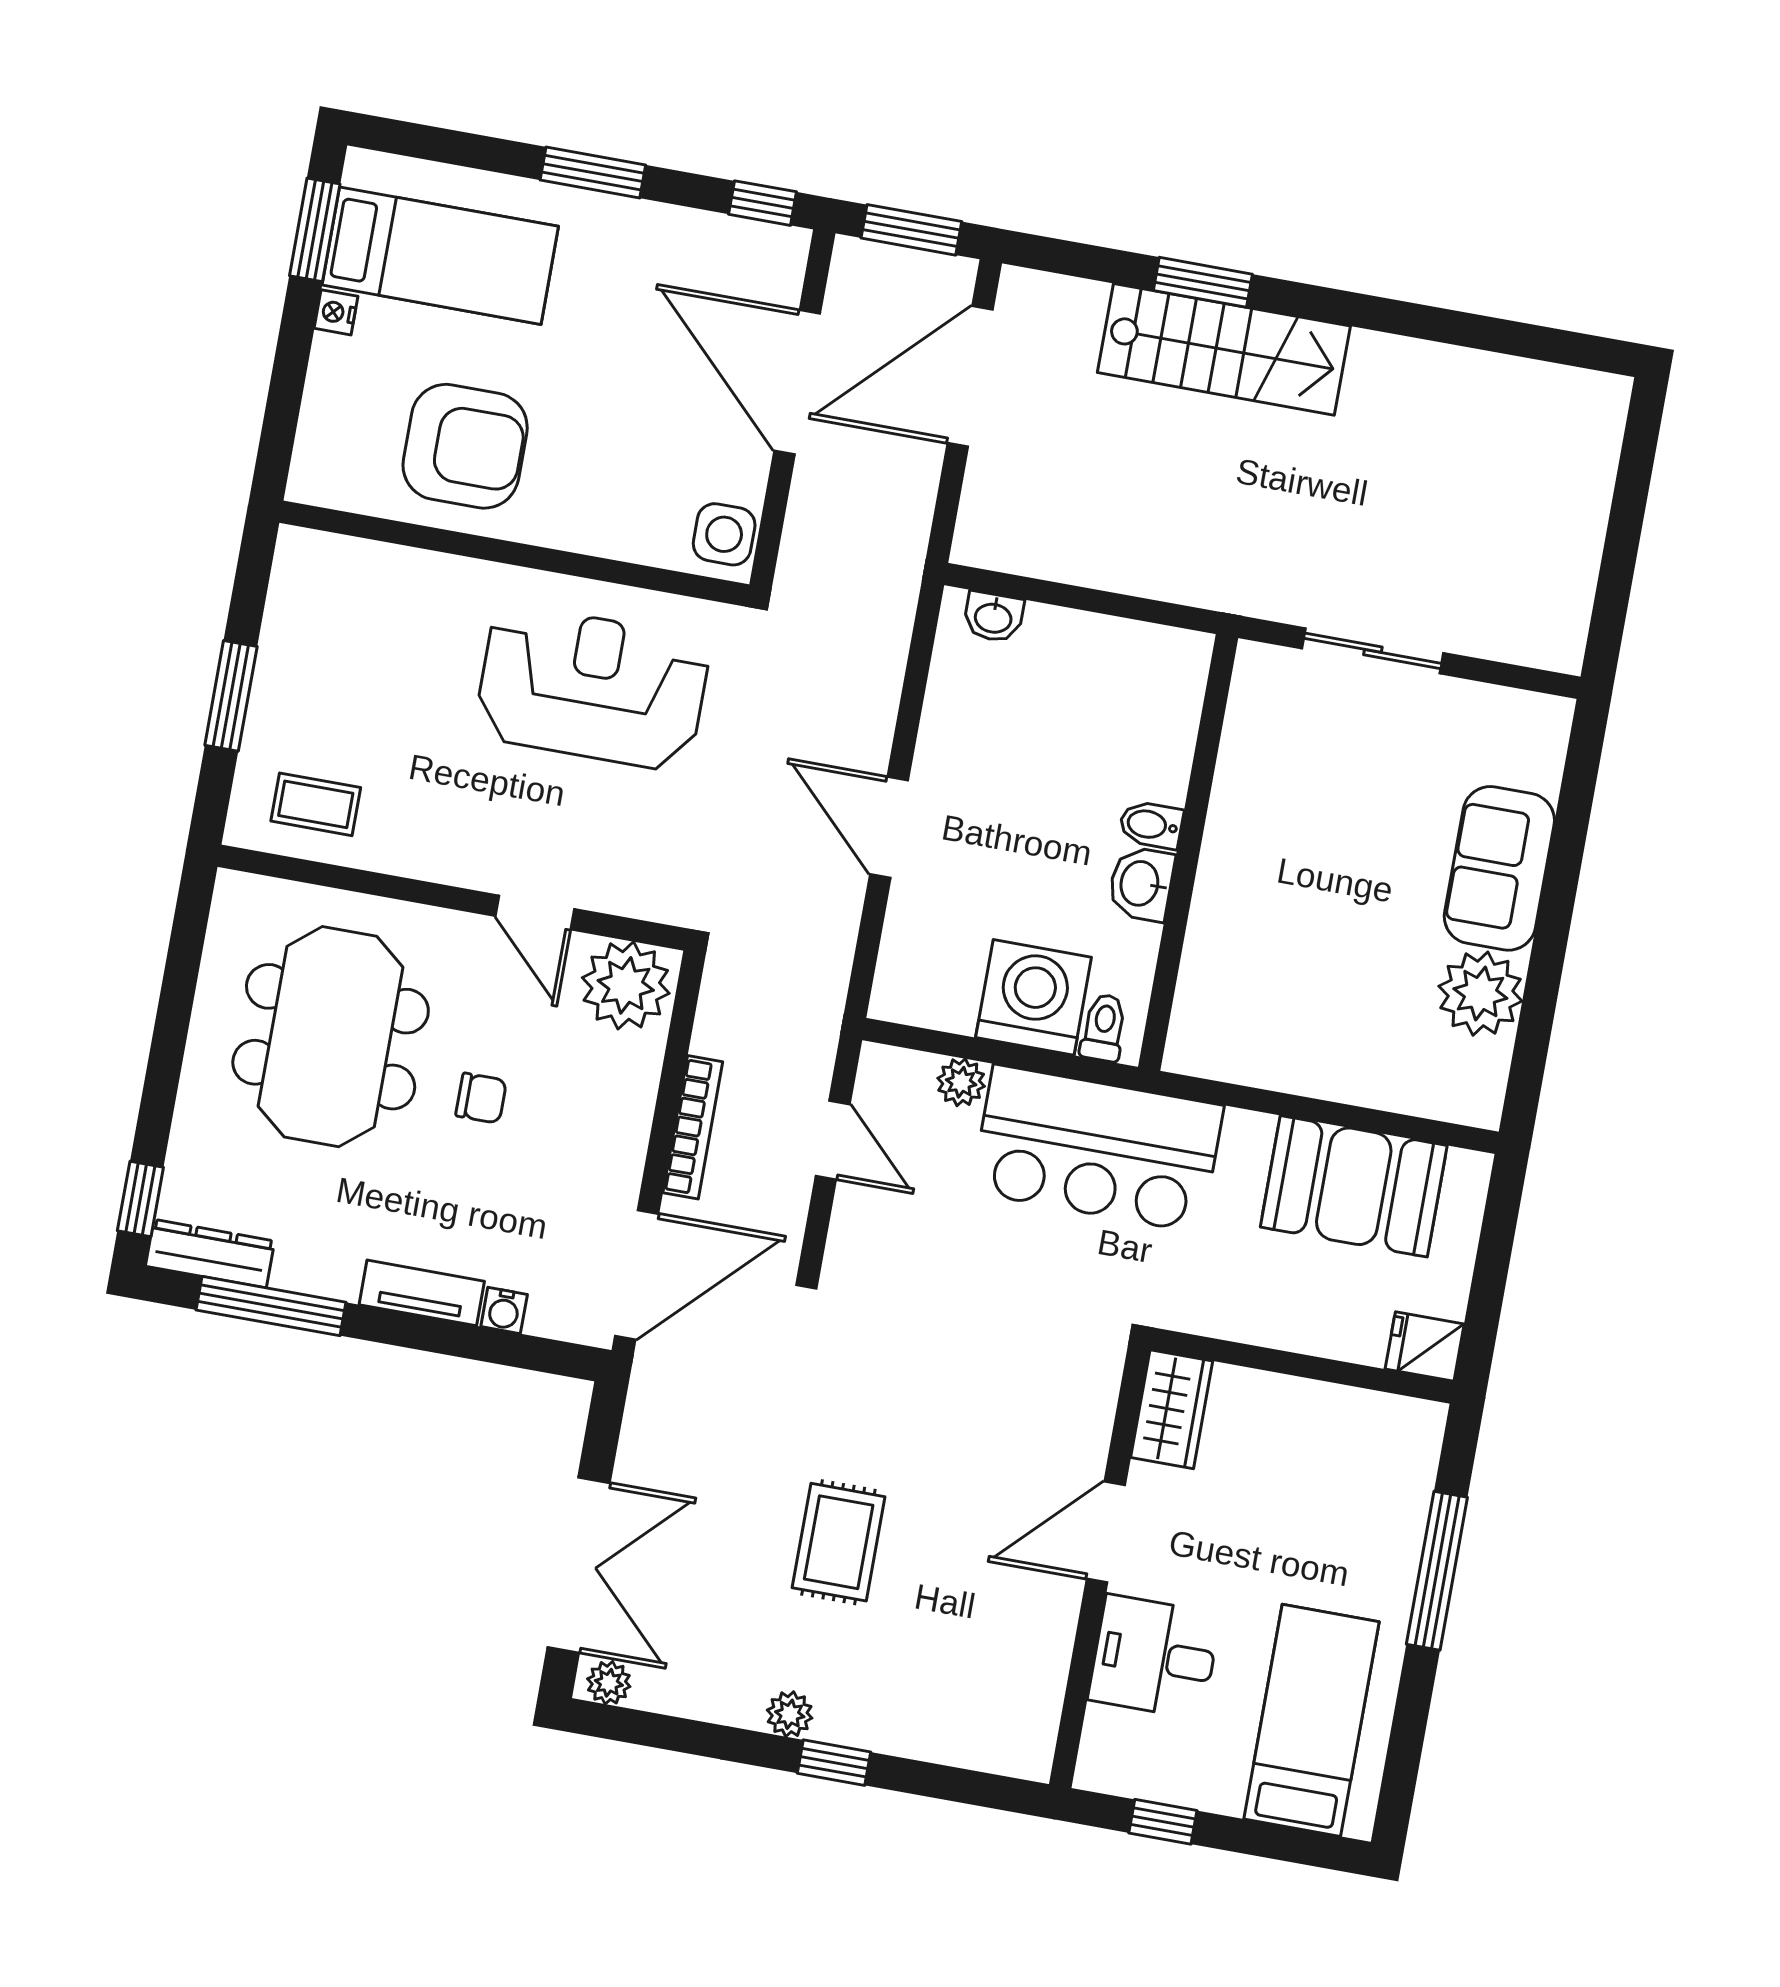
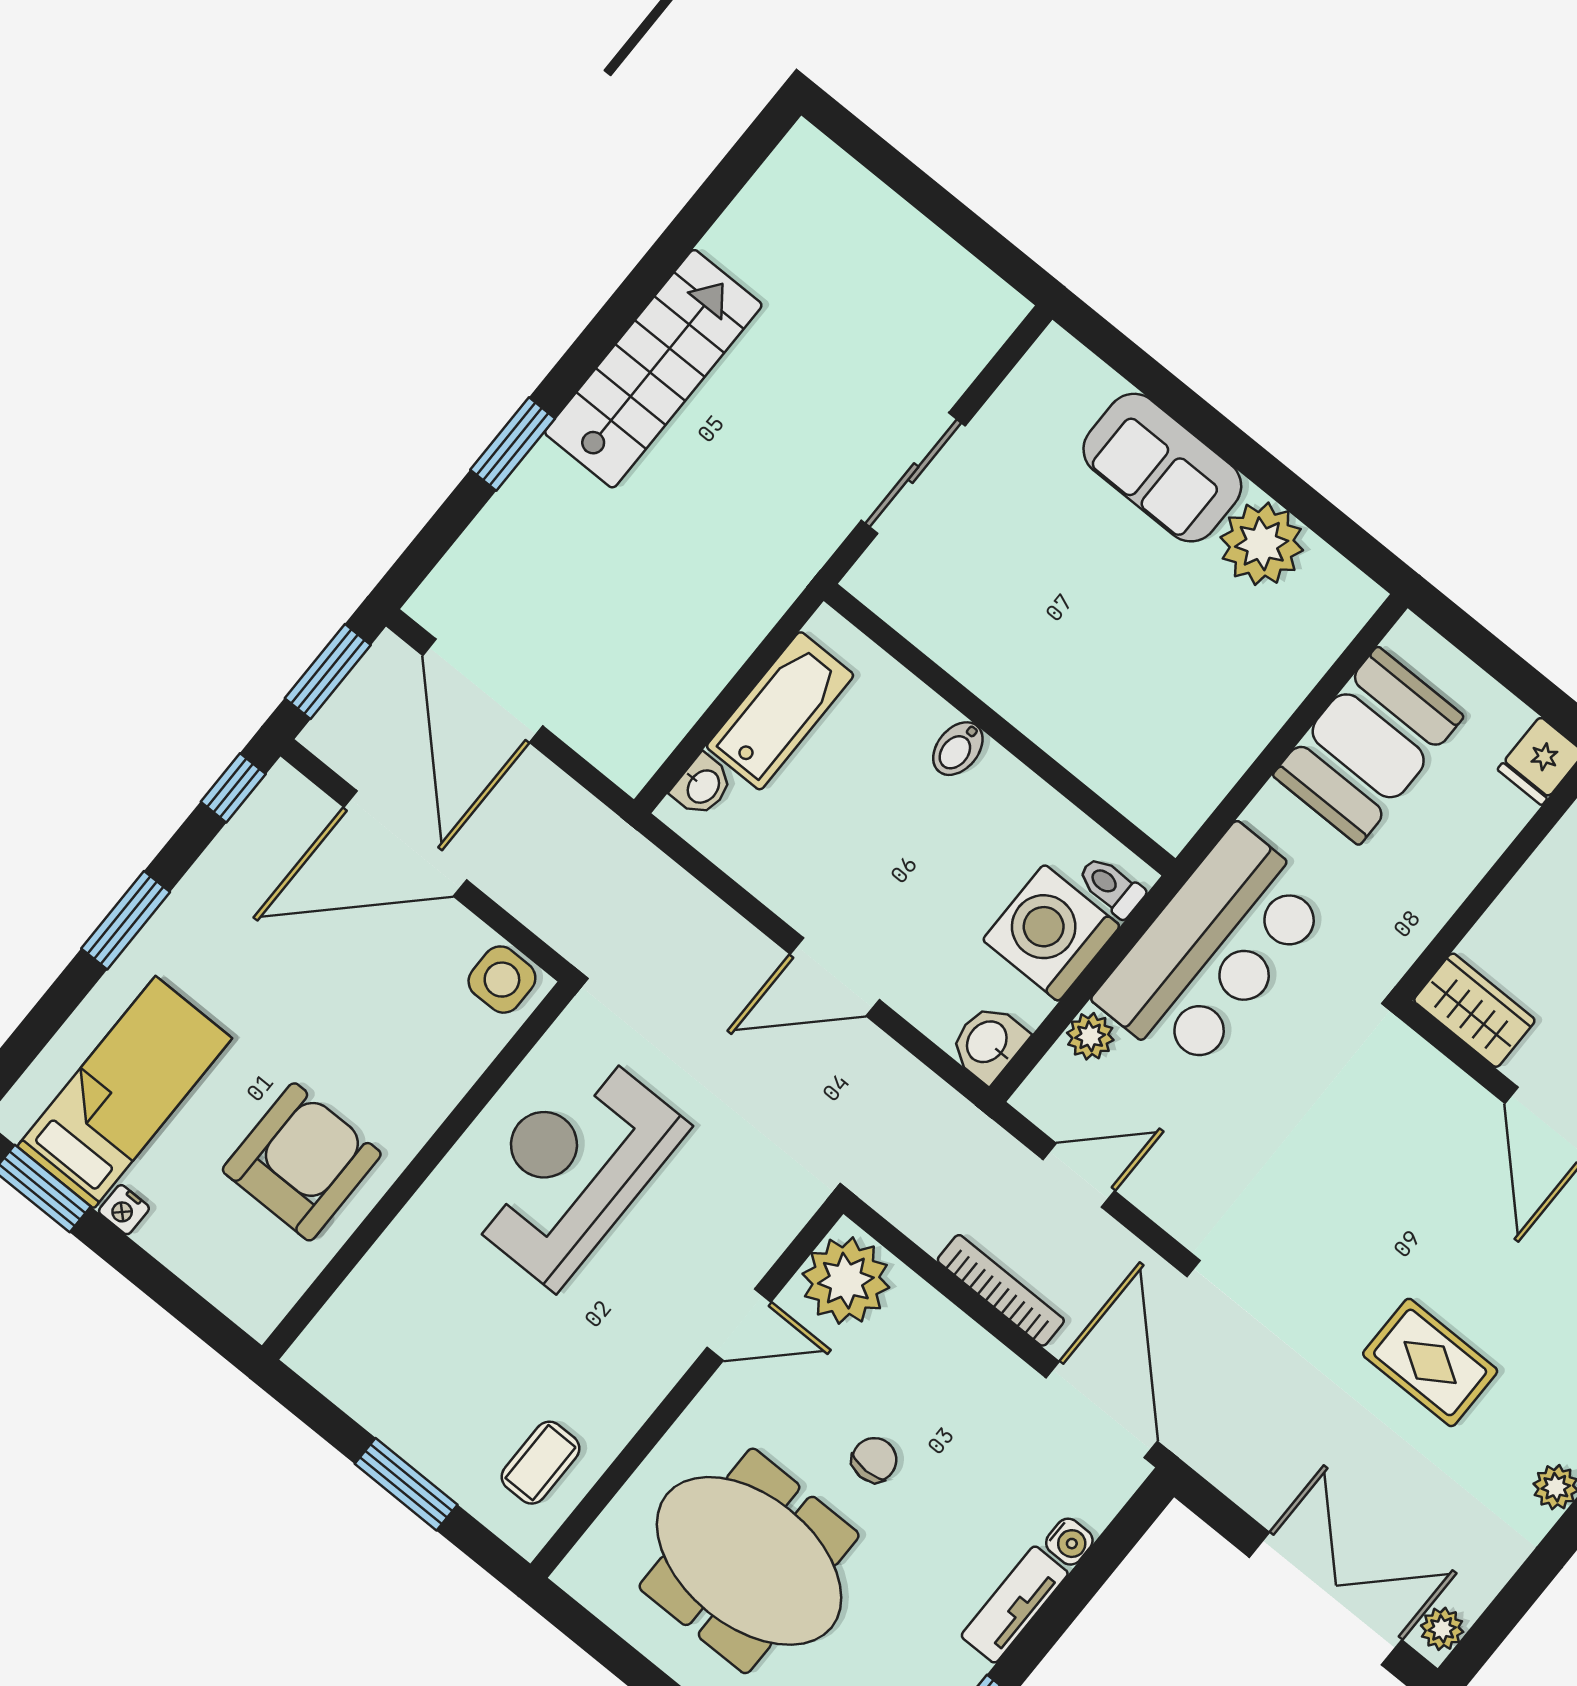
stairs: (1224, 349) -> (653, 369), moved
bathtub: (1098, 649) -> (780, 711), added
washbasin: (1141, 884) -> (988, 1043), moved, turned 90

